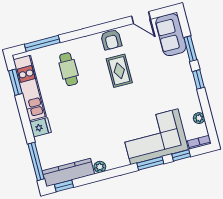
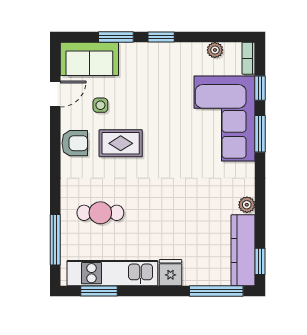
side table: (141, 50) -> (100, 105), added

